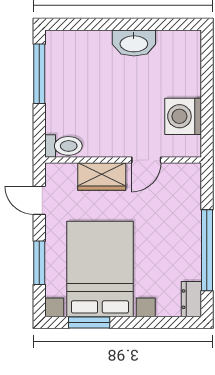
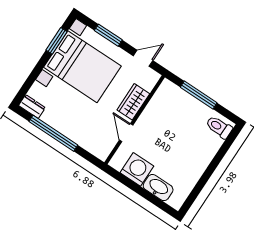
washbasin: (134, 43) -> (158, 188), moved, turned 90
window: (39, 74) -> (199, 95), moved
toilet: (63, 146) -> (219, 127), moved, turned 90

